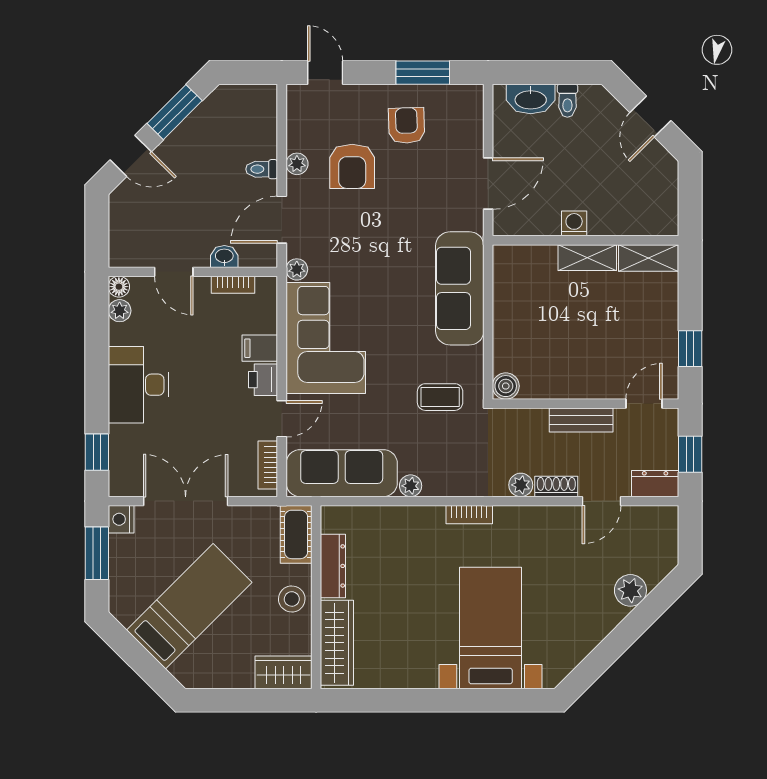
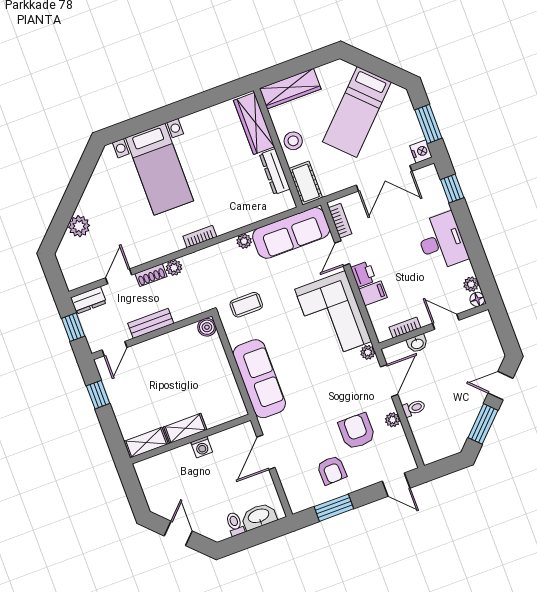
wardrobe: (284, 672) -> (290, 89), width x1.50

